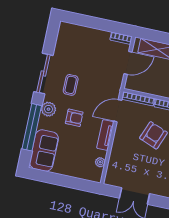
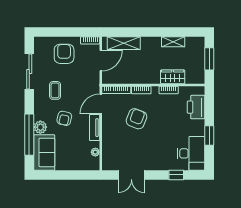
armchair: (89, 47) -> (64, 54), added
sliding door: (43, 74) -> (29, 71), moved
plant: (48, 109) -> (40, 127), moved
armchair: (74, 118) -> (64, 118), turned 103

